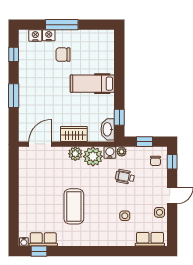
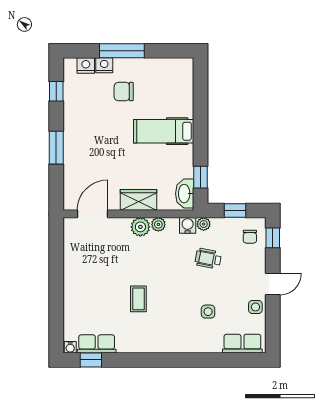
plant: (93, 156) -> (158, 224), width x0.53, depth x0.53
coffee table: (74, 206) -> (138, 299), width x0.54, depth x0.58

